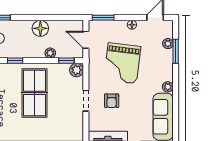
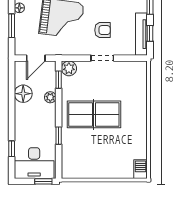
window: (103, 18) -> (12, 26), moved
floor lamp: (40, 28) -> (23, 94), moved

